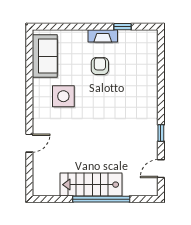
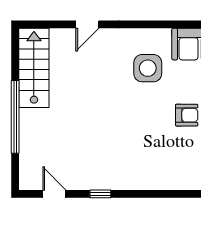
door: (29, 143) -> (87, 24), hinge flipped
stairs: (91, 185) -> (34, 68), moved

